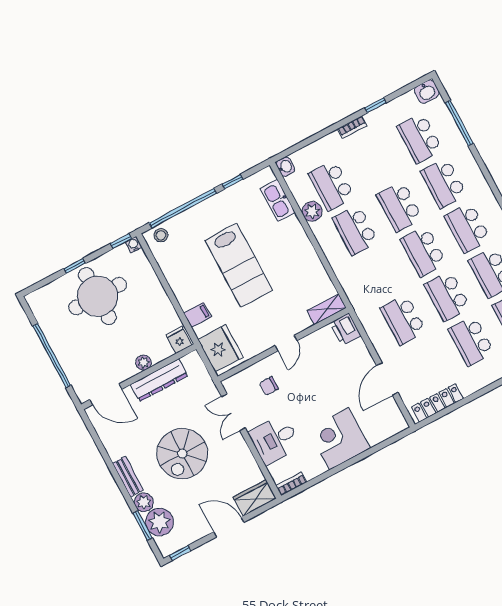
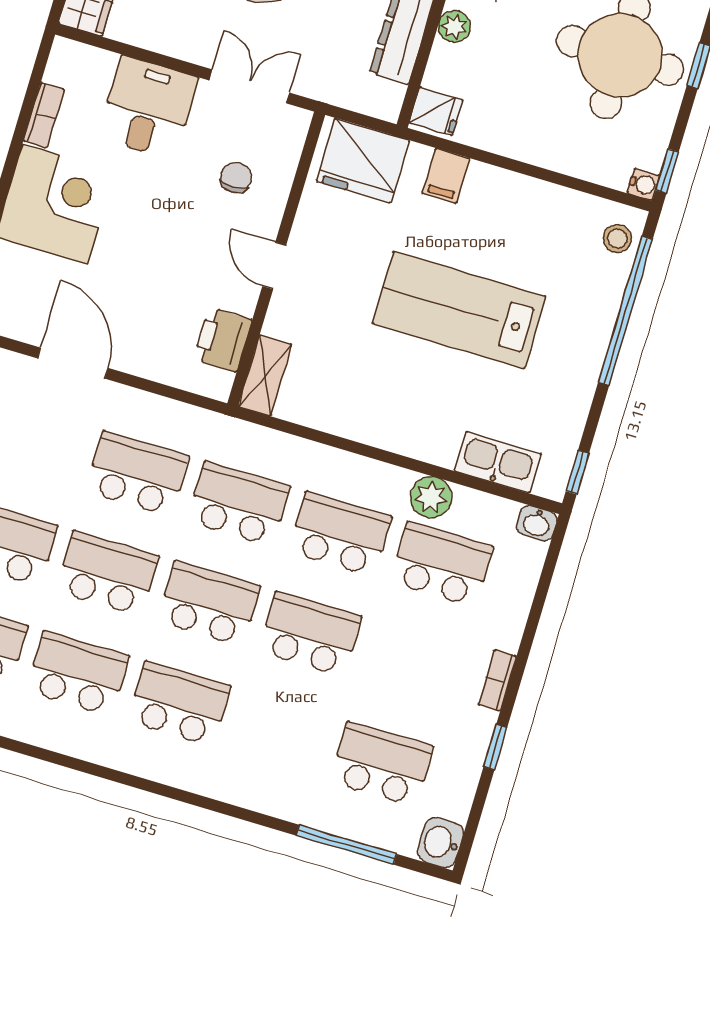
window: (233, 182) -> (577, 472), moved
school desk: (444, 183) -> (239, 504), moved
printer: (345, 329) -> (223, 339), moved, turned -90
bookcase: (291, 484) -> (44, 115), moved

